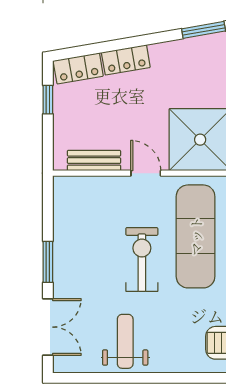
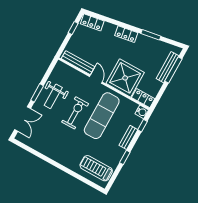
locker: (126, 60) -> (126, 34), moved
bench: (94, 161) -> (78, 63), width x1.36
weight bench: (125, 341) -> (53, 96), moved, turned 180

